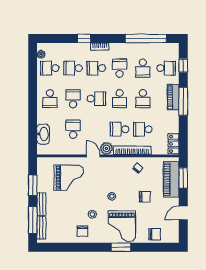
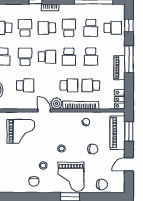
school desk: (73, 68) -> (25, 28), turned 90
piano: (173, 97) -> (119, 68), moved
school desk: (73, 129) -> (25, 85), turned 90
school desk: (120, 129) -> (69, 85), turned 180

